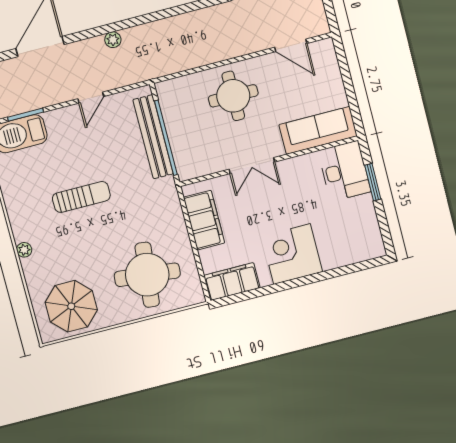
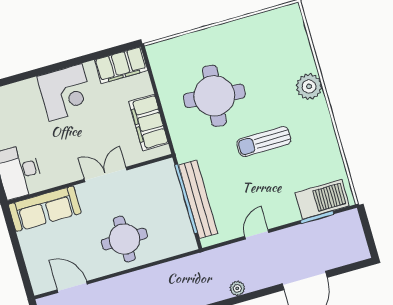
plant: (24, 250) -> (309, 86), width x1.88, depth x1.88
round table: (147, 275) -> (214, 96), moved
parasol: (71, 306) -> (271, 38), removed

